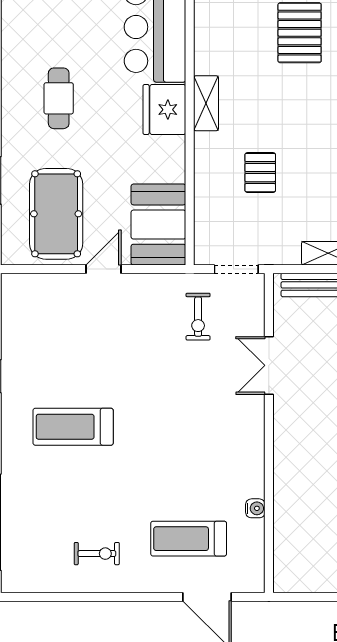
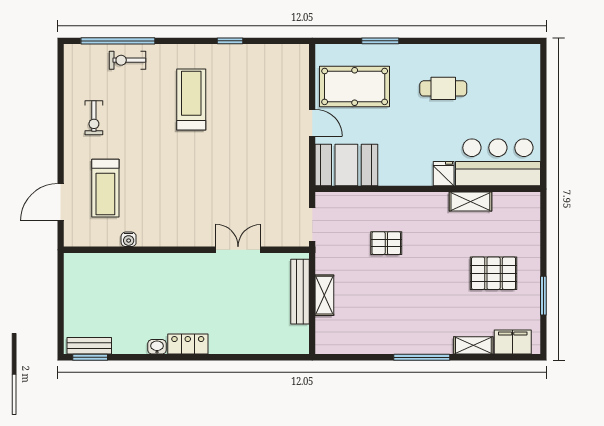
shelving: (206, 103) -> (470, 201), moved
fridge: (164, 110) -> (444, 174), width x0.53, depth x0.75
exercise bike: (198, 317) -> (128, 60), moved
treadmill: (189, 539) -> (105, 188), turned 180

